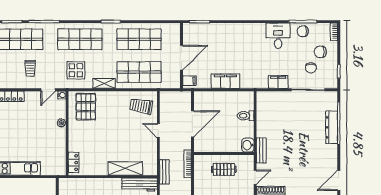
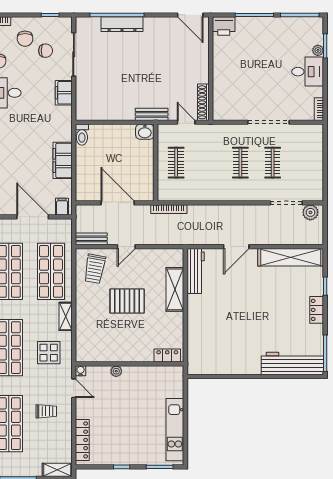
pallet: (86, 107) -> (127, 301), moved
toilet: (246, 116) -> (82, 135), moved
bench: (164, 172) -> (91, 239), moved

